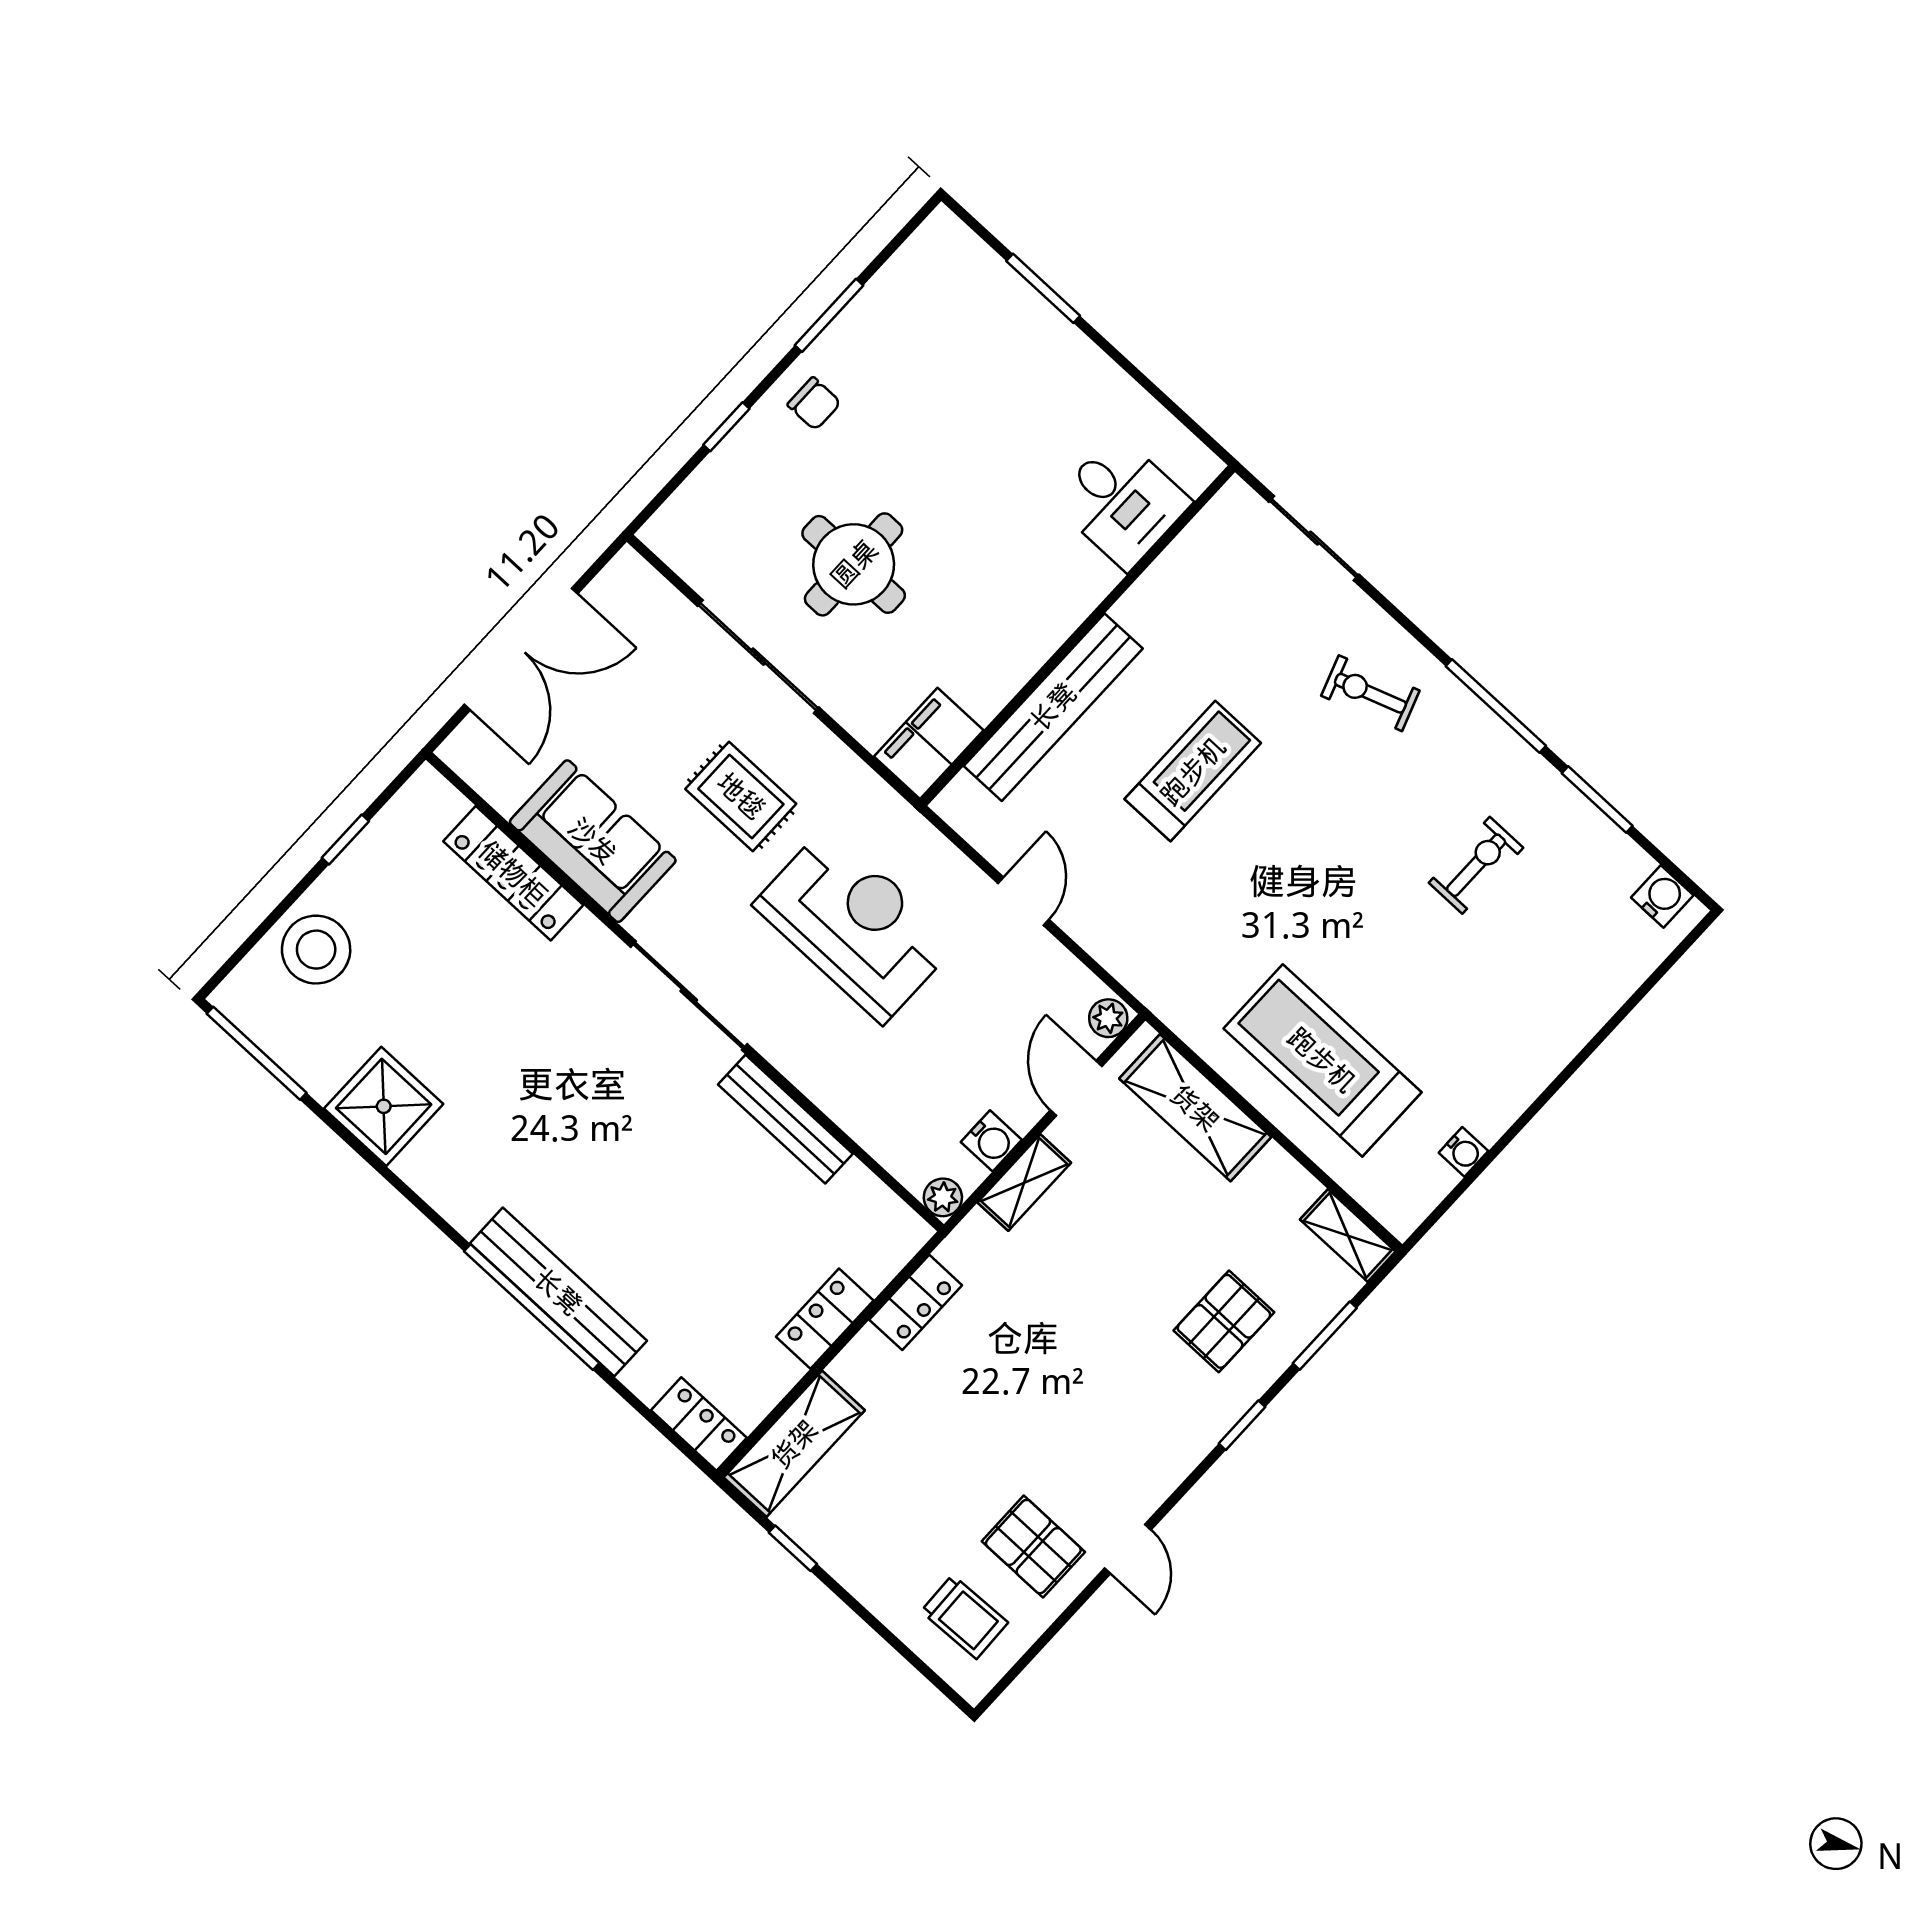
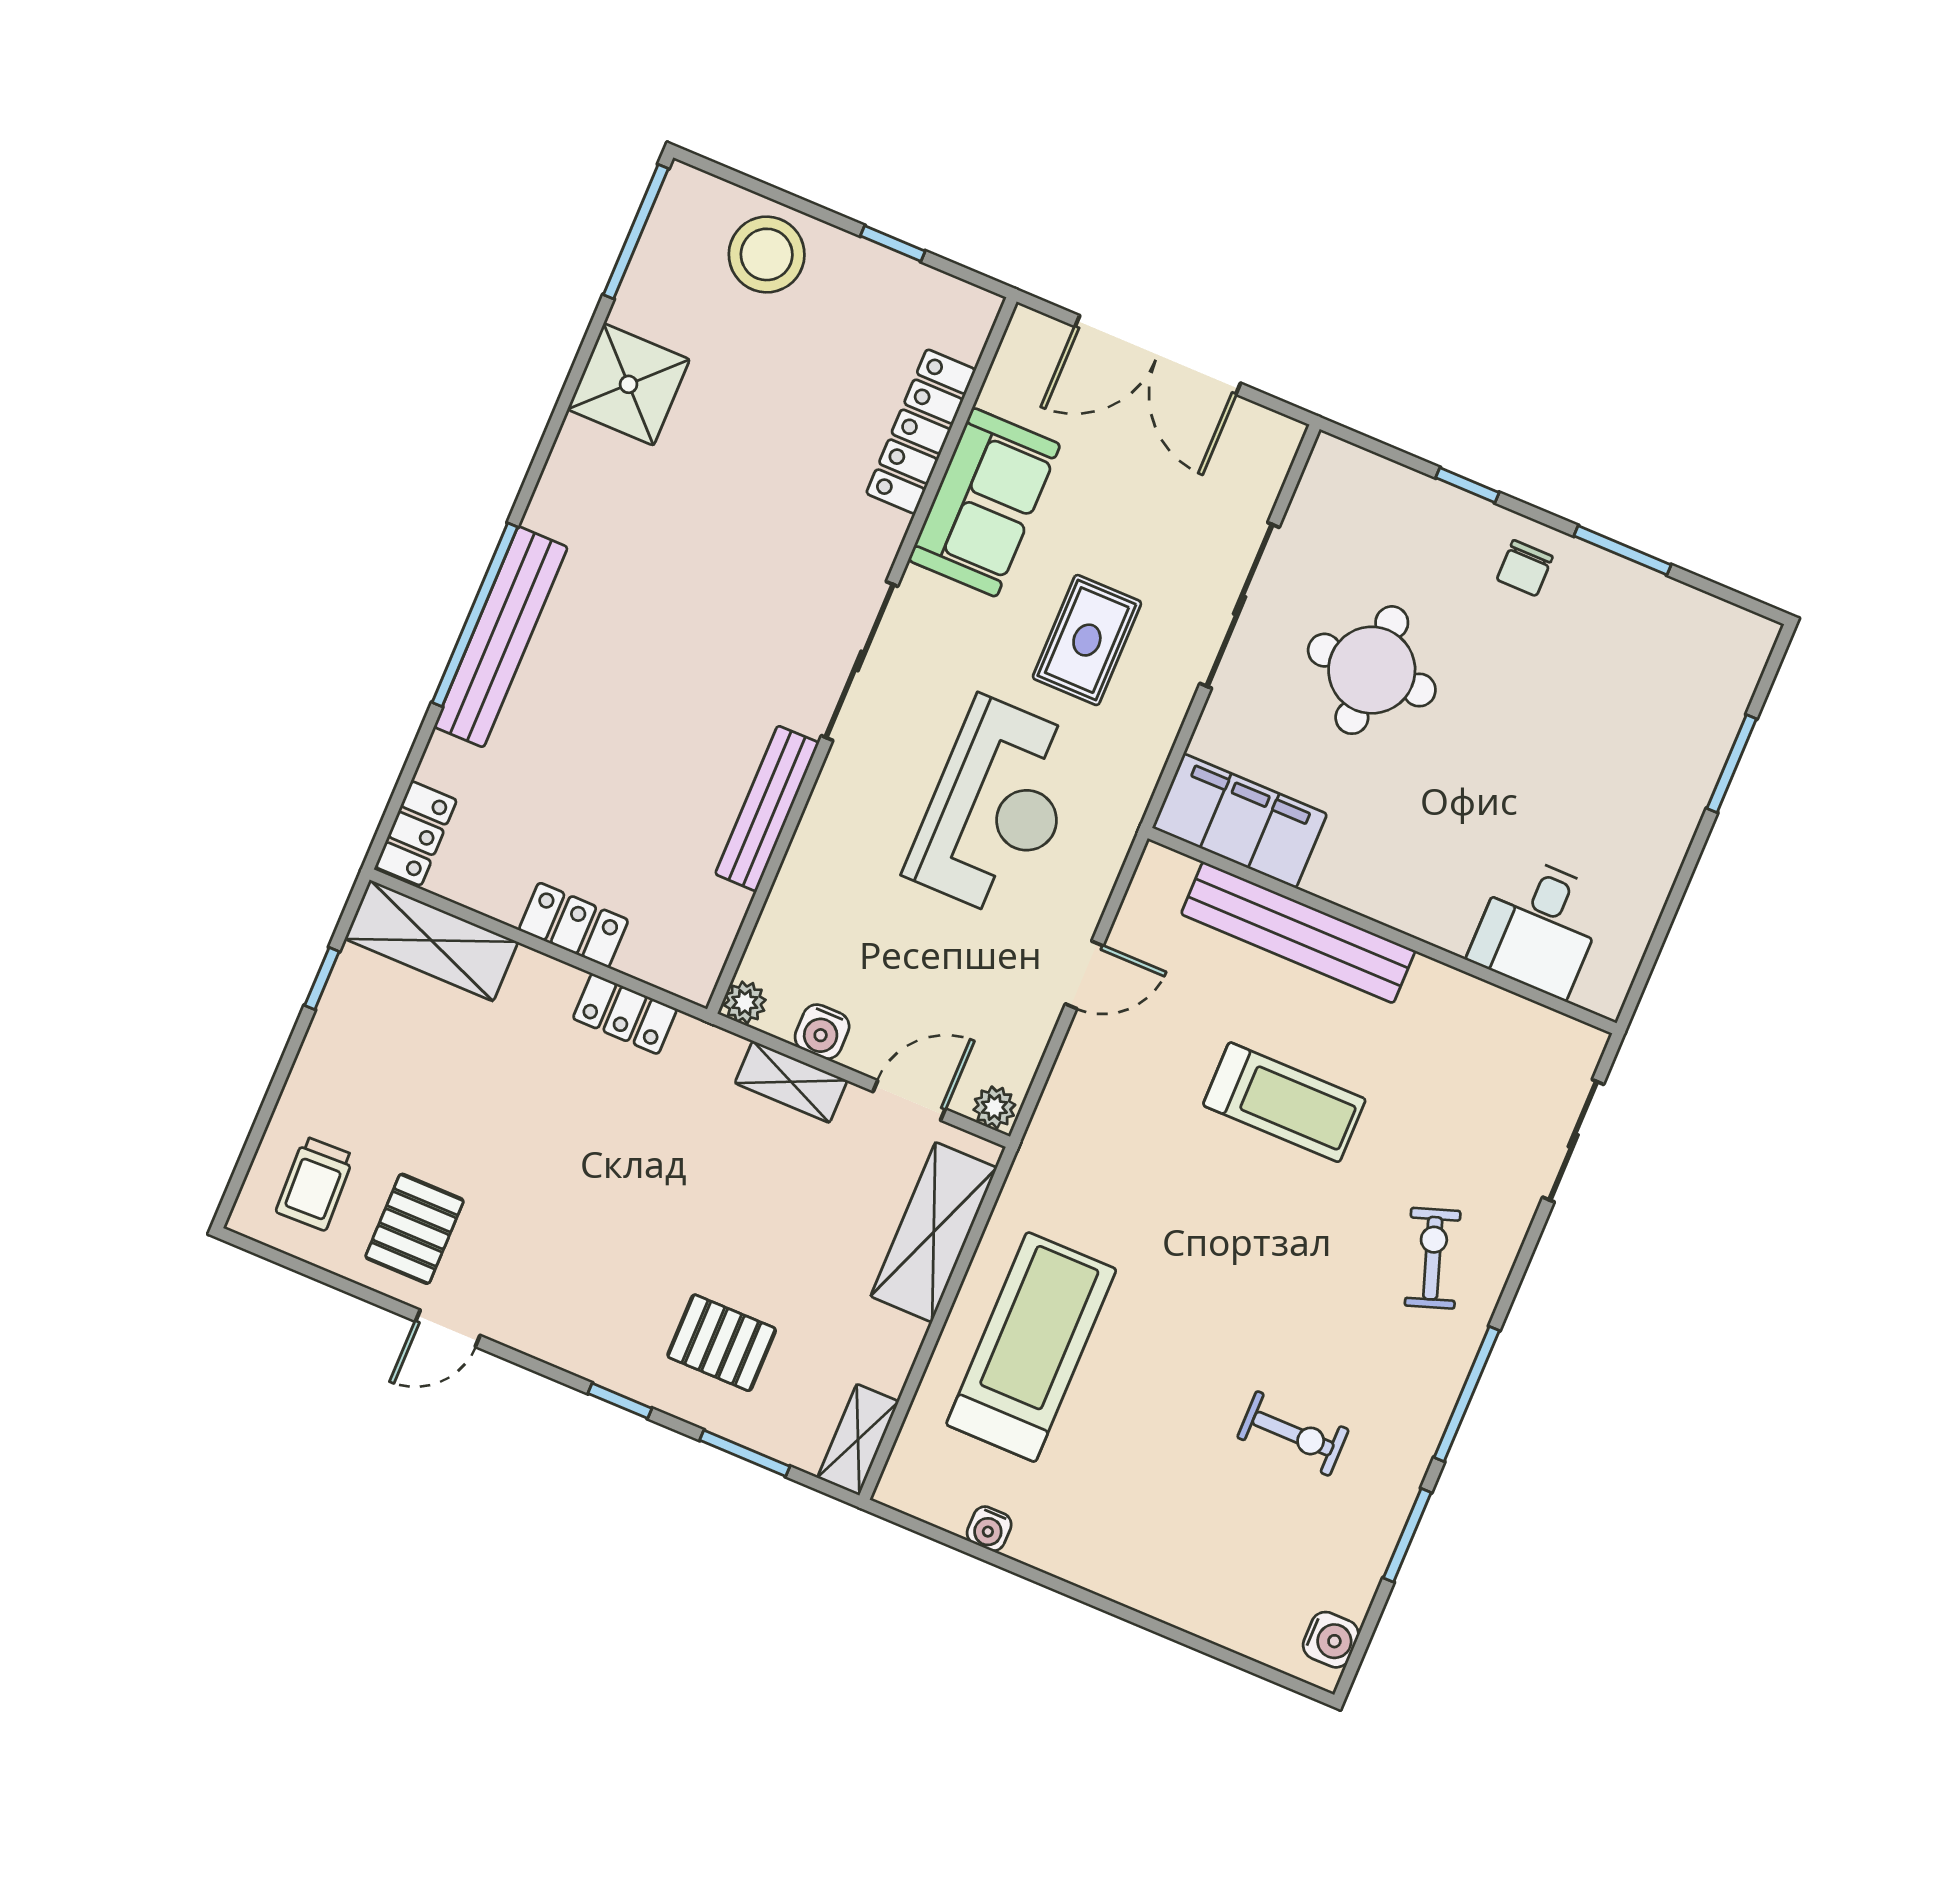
filing cabinet: (929, 743) -> (1240, 821), width x1.50, depth x1.17

